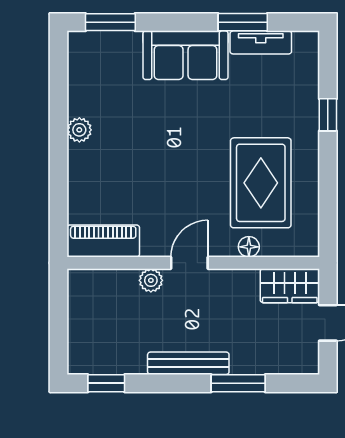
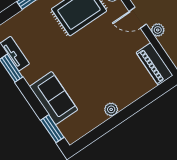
sofa: (186, 55) -> (54, 98), moved

